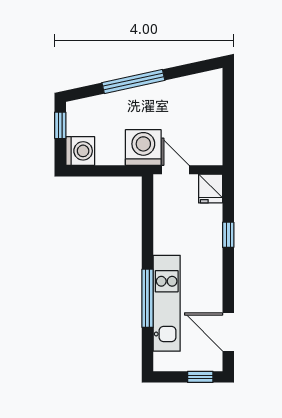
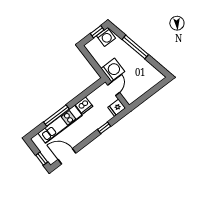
washing machine: (80, 151) -> (106, 37), moved
dishwasher: (166, 240) -> (84, 106), added
door: (228, 332) -> (67, 156), hinge flipped

